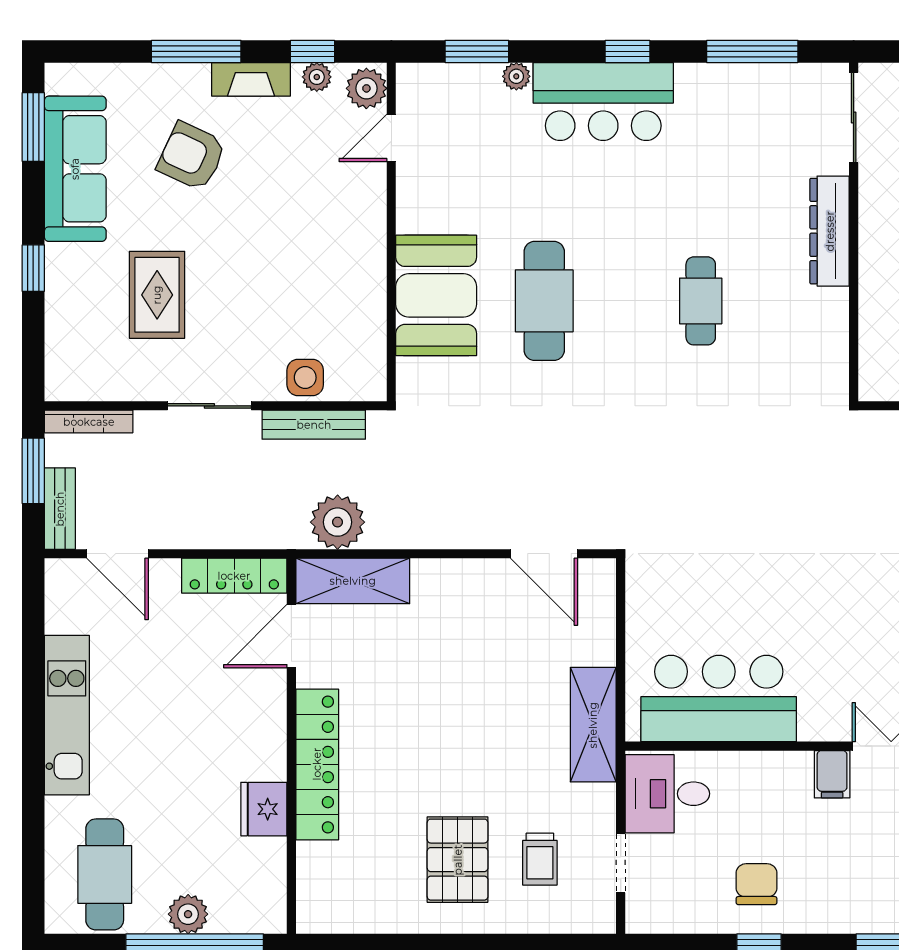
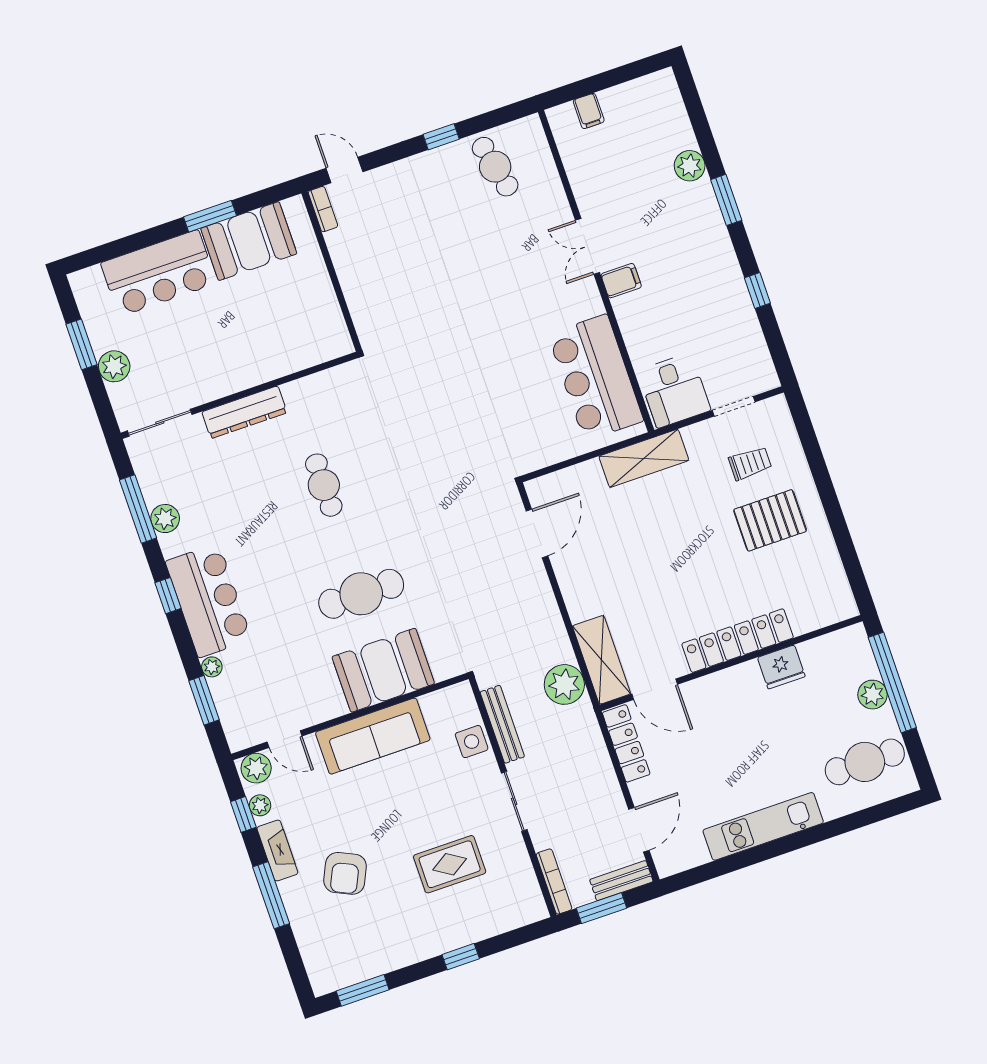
plant: (728, 82) -> (165, 519), added
sofa: (75, 169) -> (373, 736), moved, turned 180
cafe table: (701, 301) -> (324, 485), turned 90
chair: (757, 884) -> (716, 307), removed

